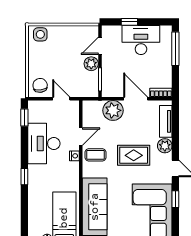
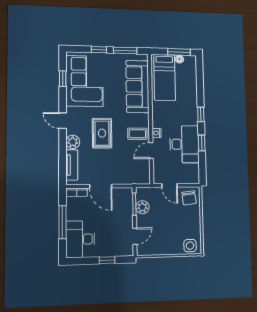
desk: (141, 40) -> (80, 239), moved, turned 90
window: (175, 49) -> (62, 222), moved
plant: (91, 64) -> (142, 207), moved
plant: (113, 110) -> (122, 175), removed
window: (24, 117) -> (202, 143), moved
rug: (134, 155) -> (102, 133), turned 90
window: (175, 199) -> (63, 79), moved

